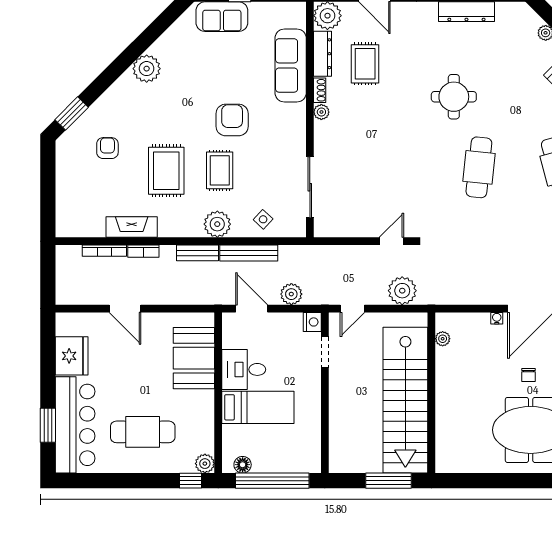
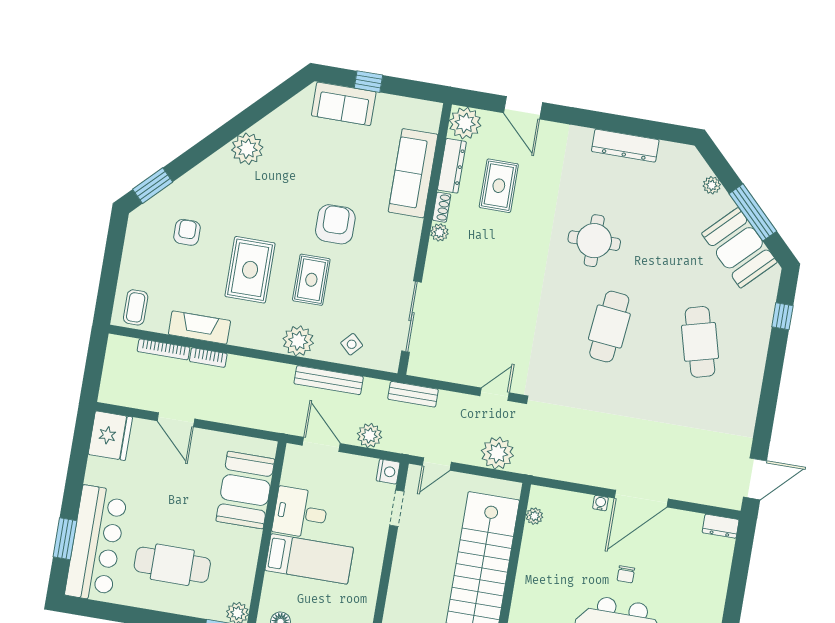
coffee table: (75, 219) -> (136, 307), added
bench: (197, 253) -> (413, 394), moved
fridge: (72, 356) -> (110, 436), moved

